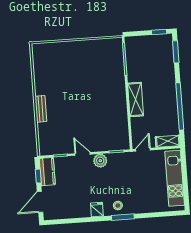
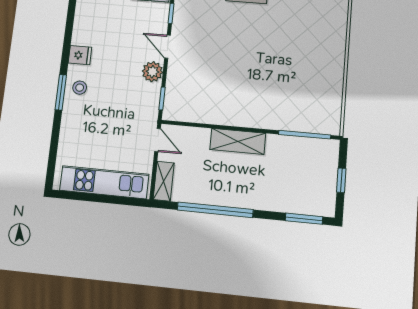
window: (159, 32) -> (341, 180), moved
door: (82, 154) -> (167, 47), swing flipped

